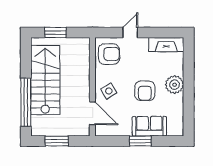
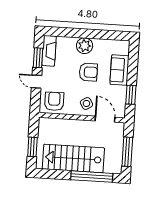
window: (157, 33) -> (38, 58), added
door: (92, 113) -> (105, 119), hinge flipped
window: (57, 141) -> (127, 152), width x1.44
window: (140, 141) -> (131, 95), moved

